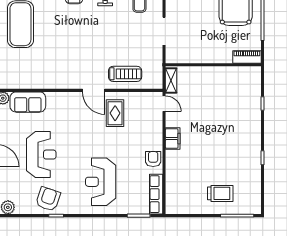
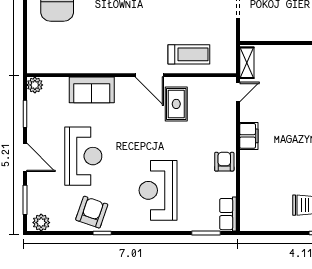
sofa: (28, 102) -> (92, 90), moved
door: (164, 104) -> (238, 92), hinge flipped
row of seats: (156, 194) -> (228, 214), width x0.68

